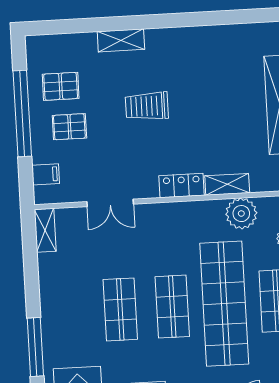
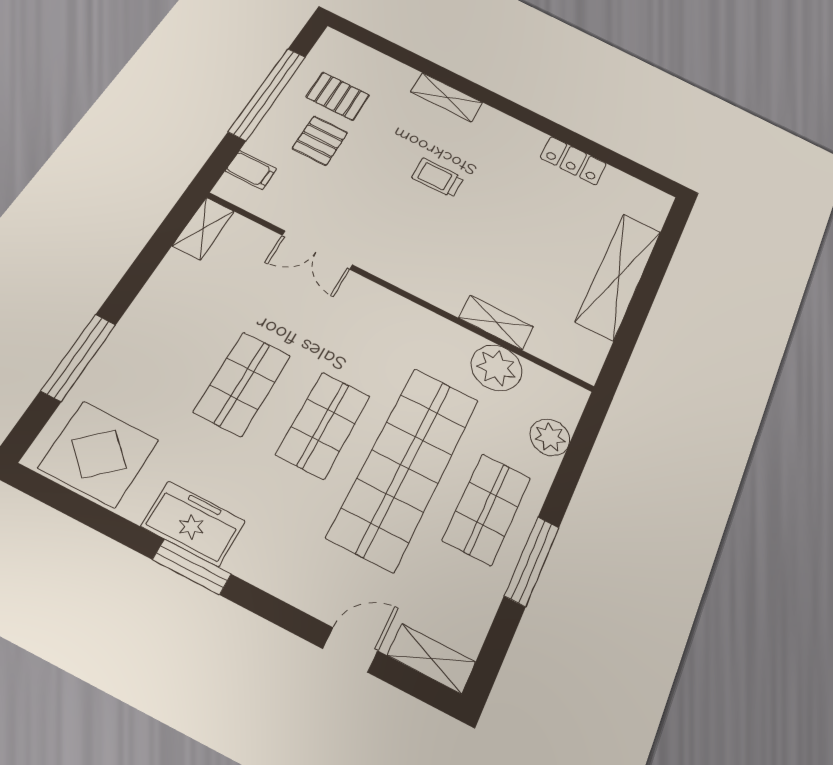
trolley: (147, 106) -> (438, 178), width x0.73, depth x0.72
pallet: (69, 127) -> (320, 141), turned 90
locker: (181, 185) -> (573, 161), moved, turned 180

